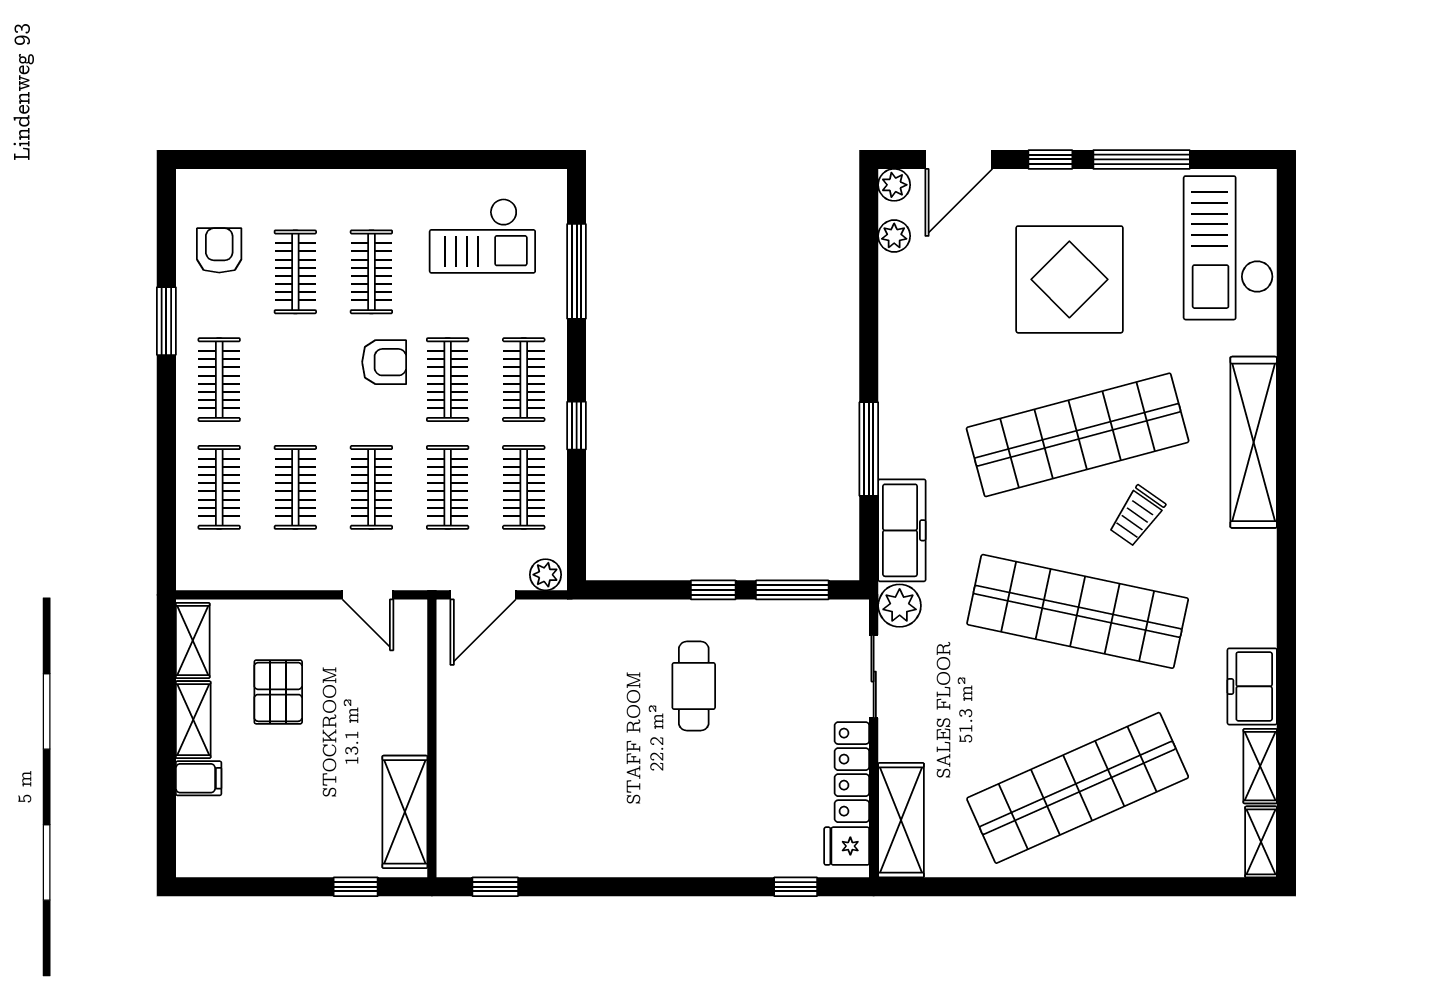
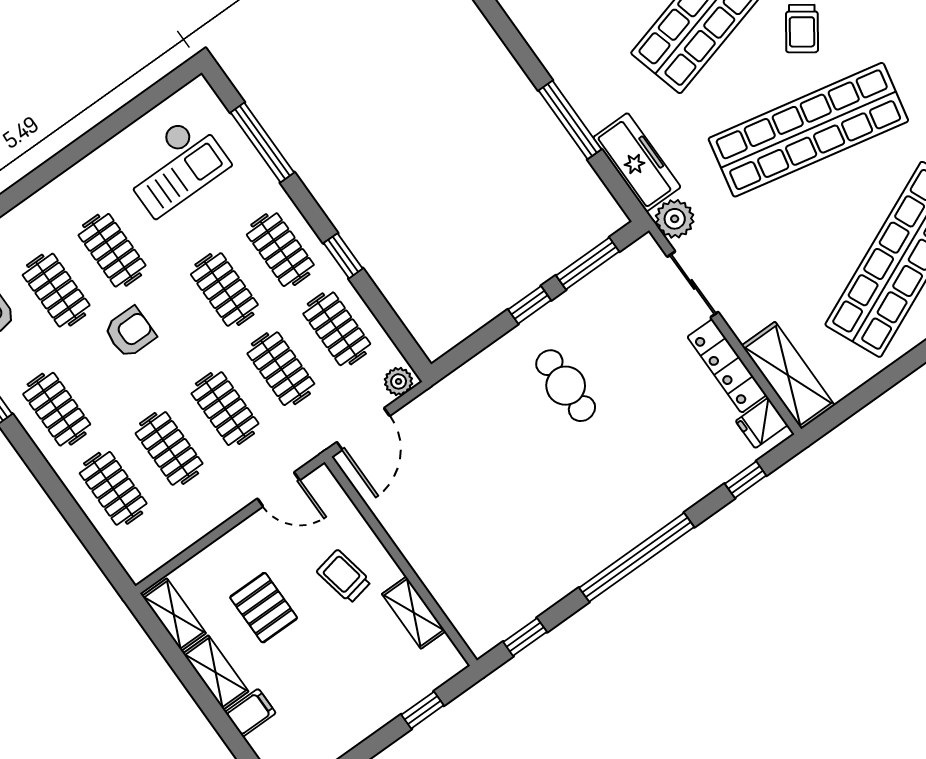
armchair: (384, 362) -> (130, 332), moved
trolley: (371, 716) -> (344, 577), added
shelving: (405, 812) -> (414, 613), width x0.67, depth x0.75
window: (647, 887) -> (637, 557), added

